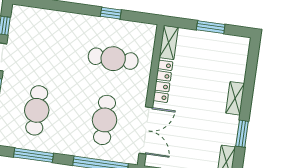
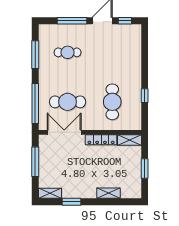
shelving: (235, 98) -> (108, 193), moved
cafe table: (37, 110) -> (68, 52), width x0.73, depth x0.74
double door: (146, 130) -> (64, 132), swing flipped

